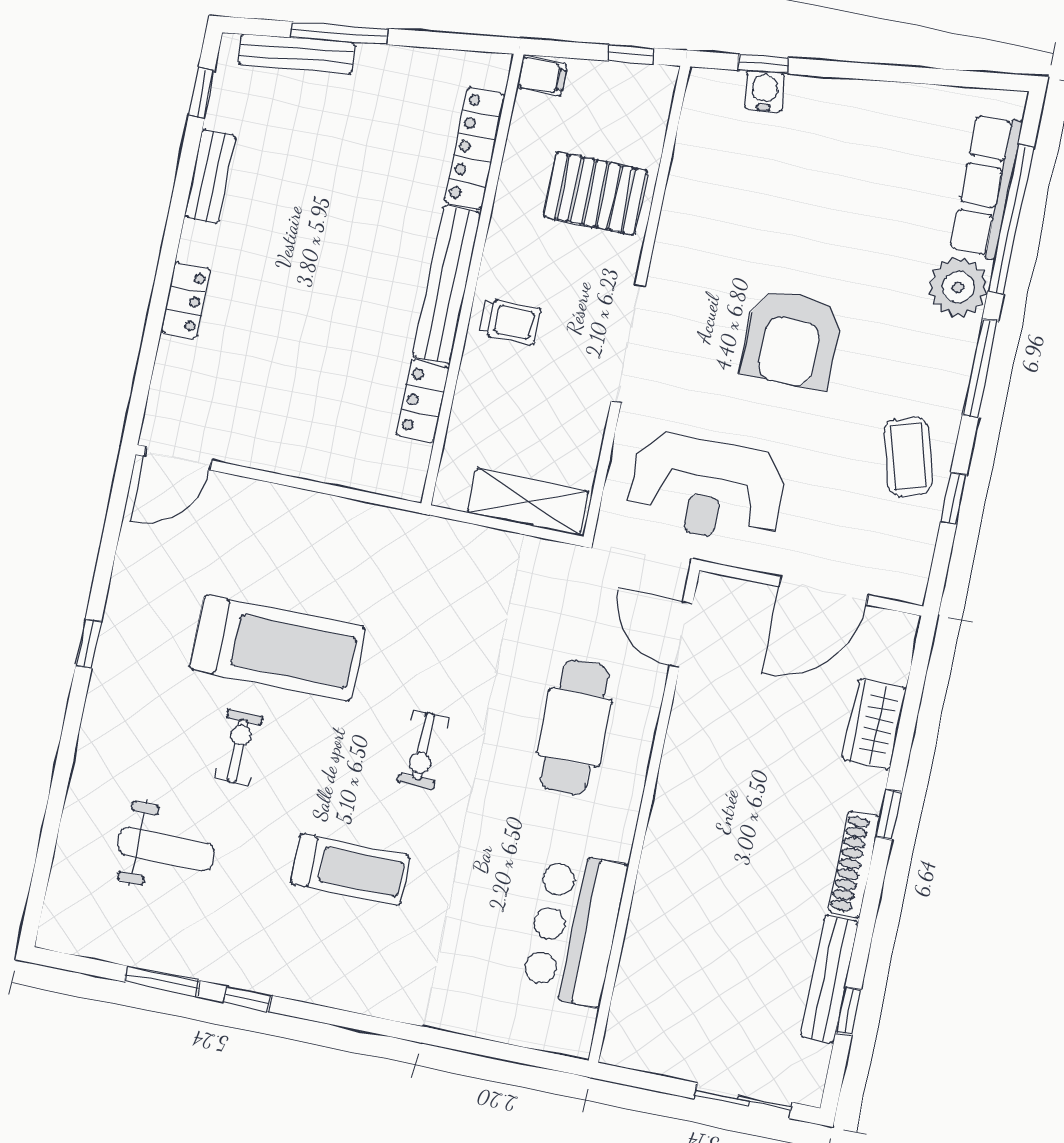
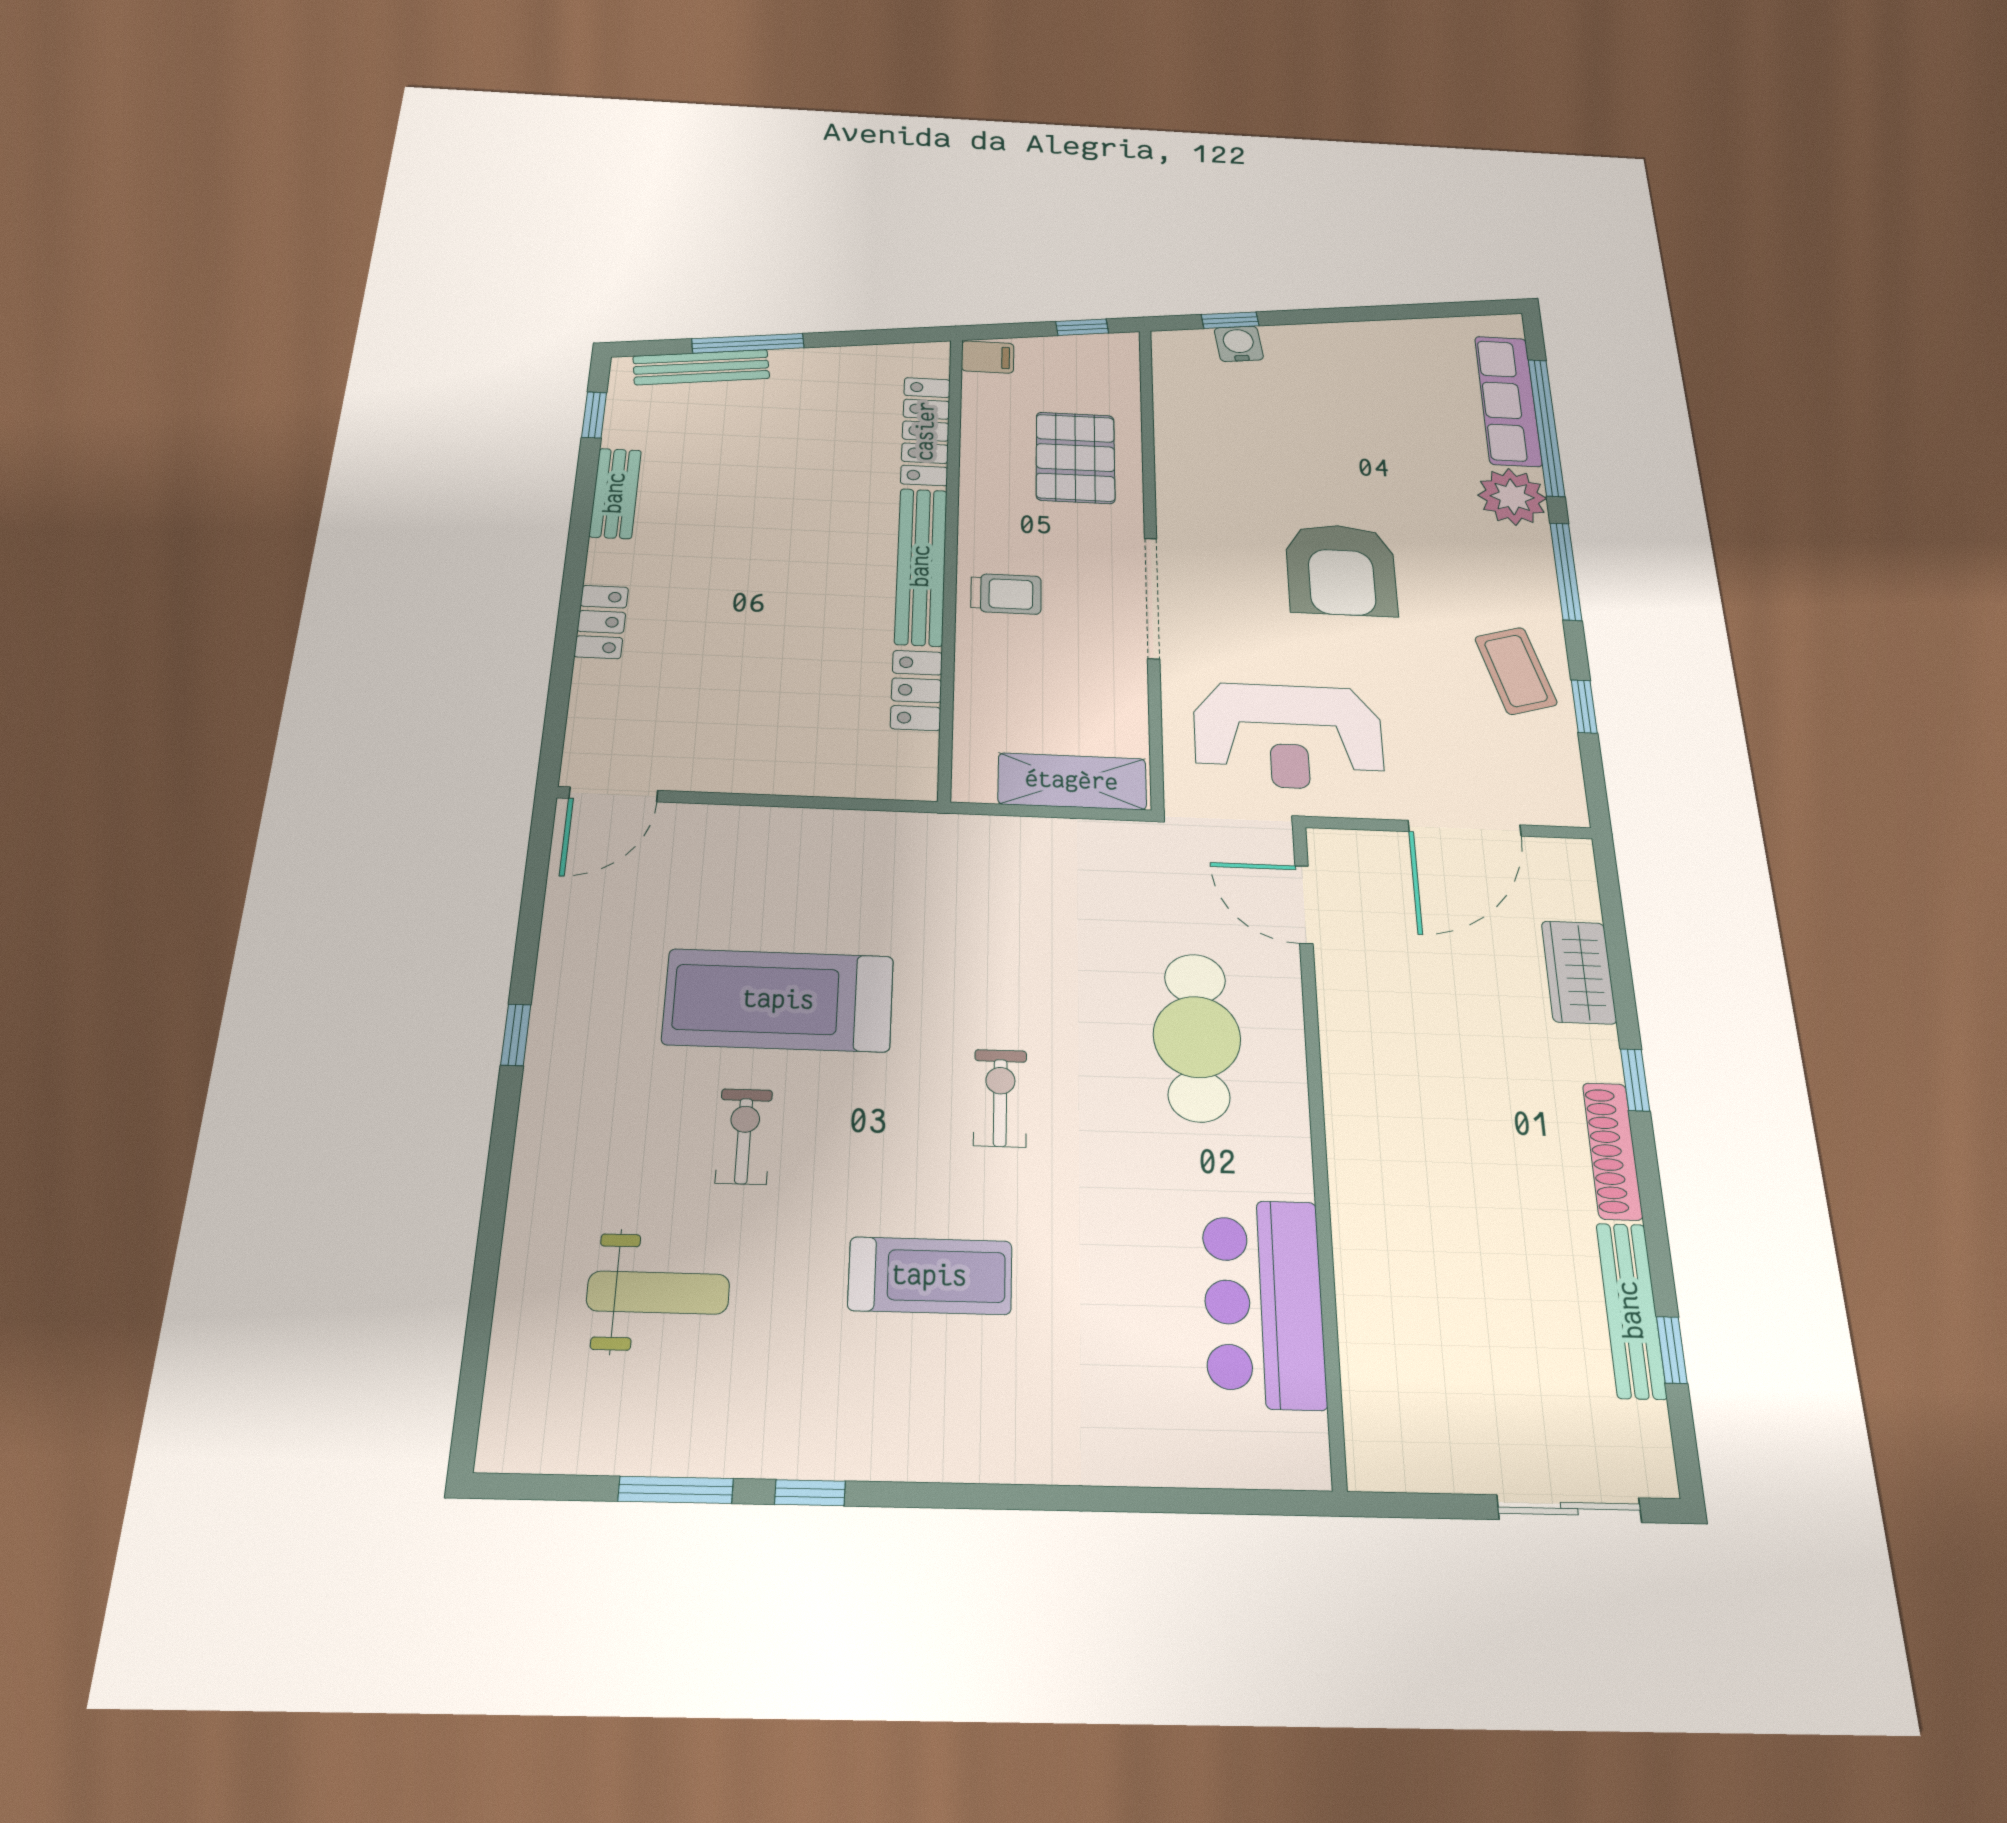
pallet: (595, 194) -> (1075, 458), turned 90
treadmill: (277, 648) -> (779, 1000), turned 180
exercise bike: (423, 750) -> (1000, 1098), turned 180

